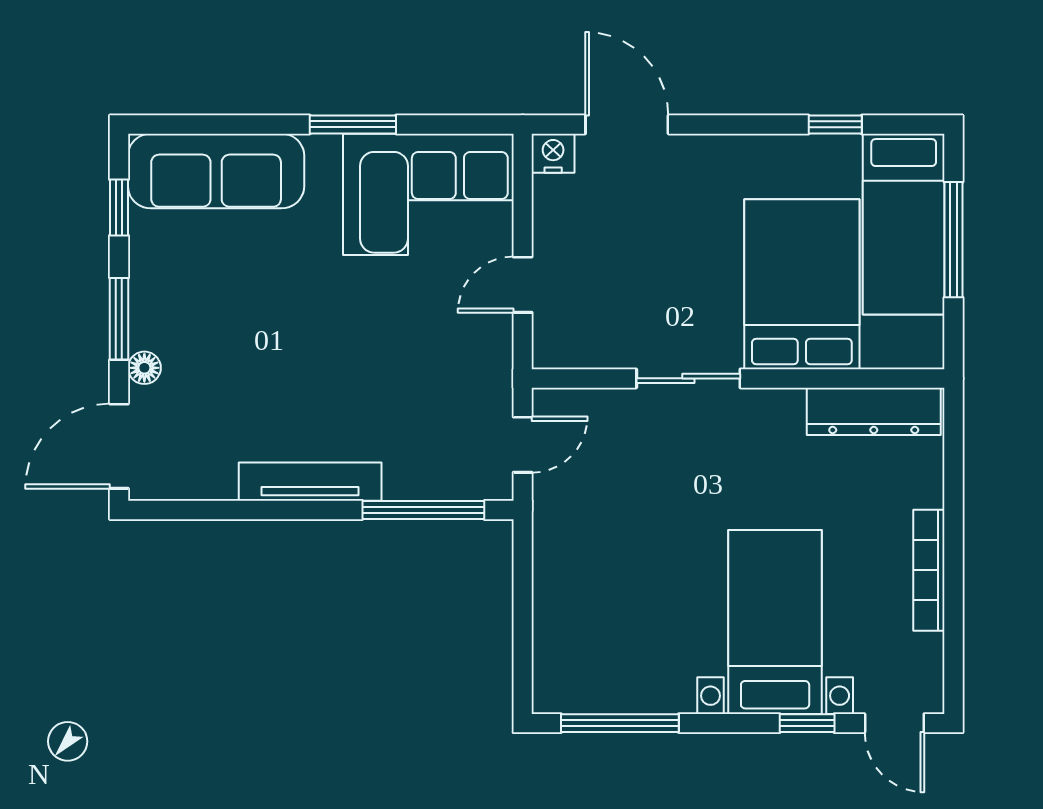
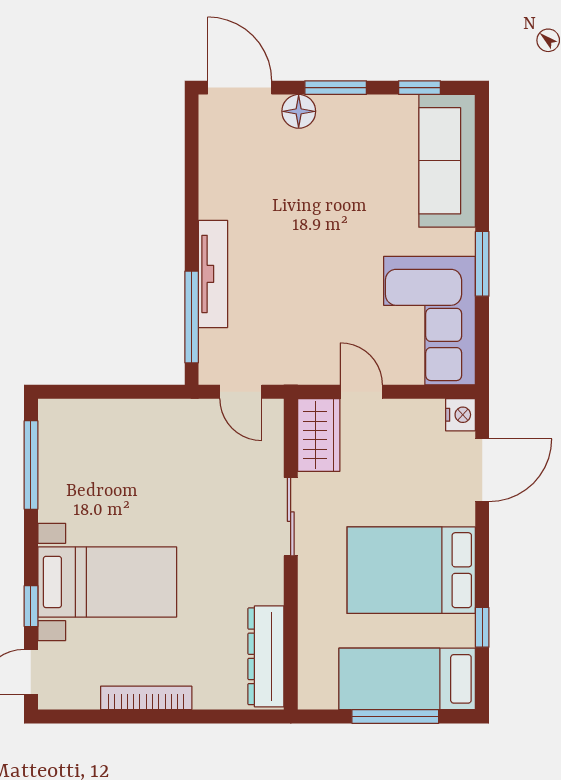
bed: (802, 284) -> (411, 570), moved, turned 180
wardrobe: (580, 341) -> (319, 435), added
floor lamp: (144, 368) -> (299, 111), width x1.37, depth x1.37
tv unit: (310, 482) -> (213, 274), moved

